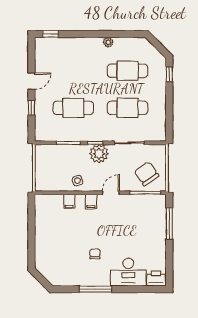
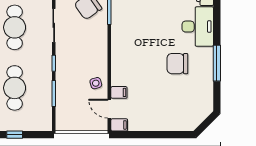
plant: (99, 154) -> (66, 59), removed
door: (111, 193) -> (109, 109), moved
filing cabinet: (91, 202) -> (119, 125), moved
chair: (95, 254) -> (177, 64), width x1.87, depth x1.87

